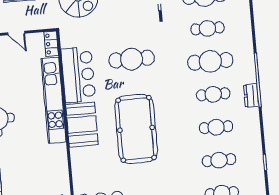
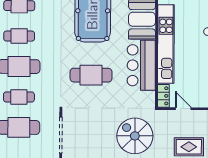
door: (16, 33) -> (183, 109), moved

